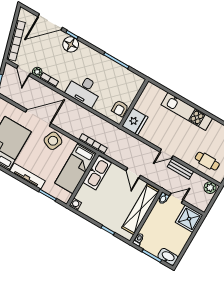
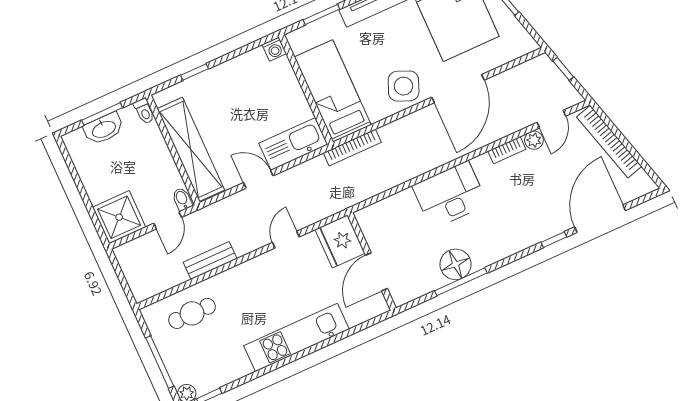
floor lamp: (71, 44) -> (456, 264), moved
door: (24, 71) -> (551, 119), swing flipped
door: (137, 98) -> (376, 272), added
armchair: (120, 108) -> (379, 232), removed
door: (166, 154) -> (286, 240), moved
kitchen sink: (97, 173) -> (293, 144), moved, turned 90
plant: (210, 188) -> (146, 287), removed
washbasin: (168, 257) -> (104, 129), moved

